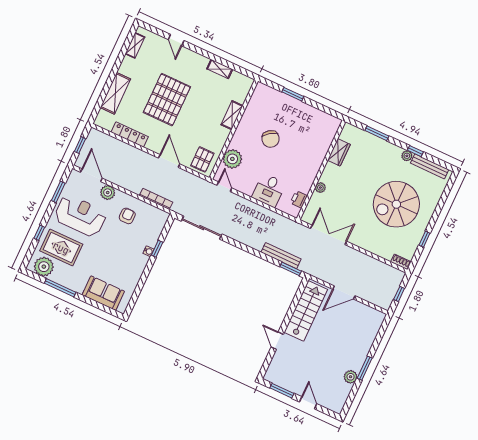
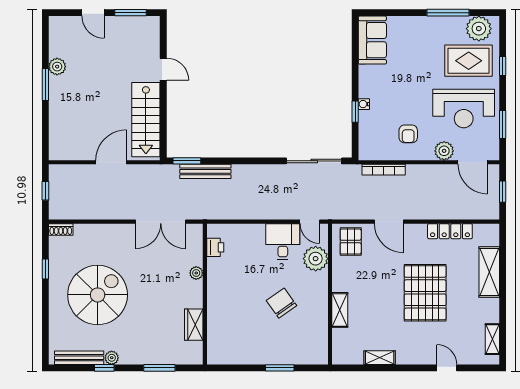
desk: (269, 190) -> (283, 242), moved
sofa: (103, 293) -> (372, 40), moved, turned -90

